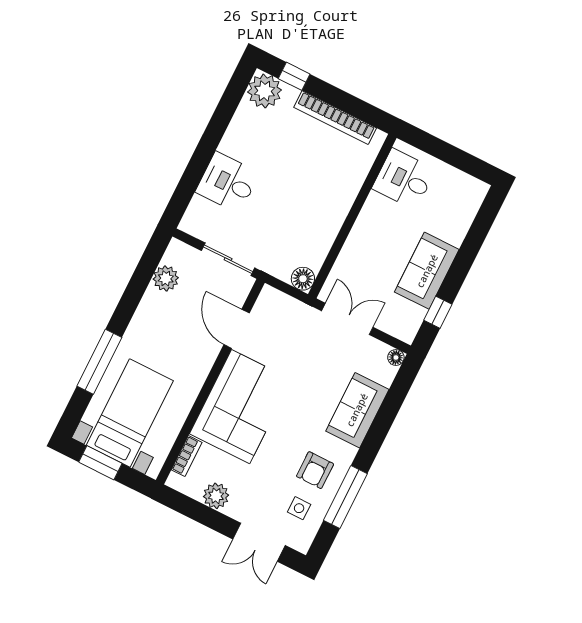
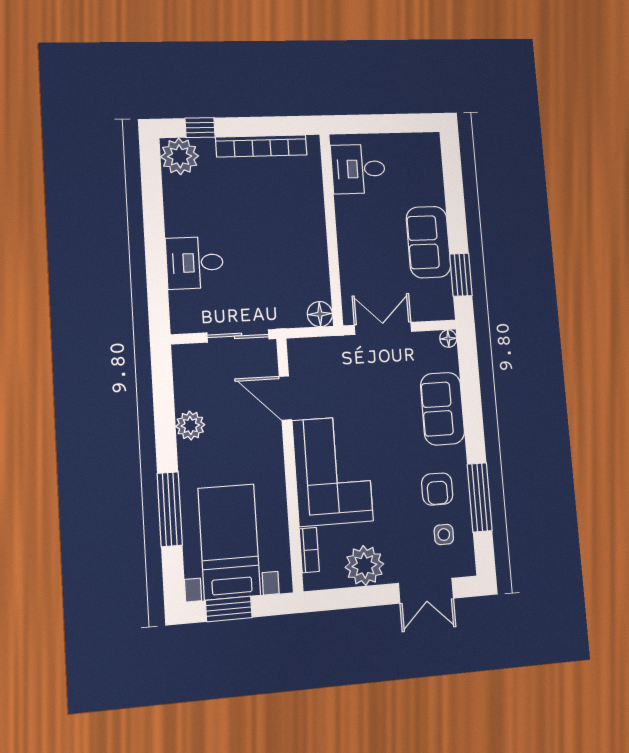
plant: (166, 278) -> (190, 426), moved
window: (438, 312) -> (461, 275), width x1.50
plant: (216, 496) -> (364, 566), width x1.36, depth x1.36

